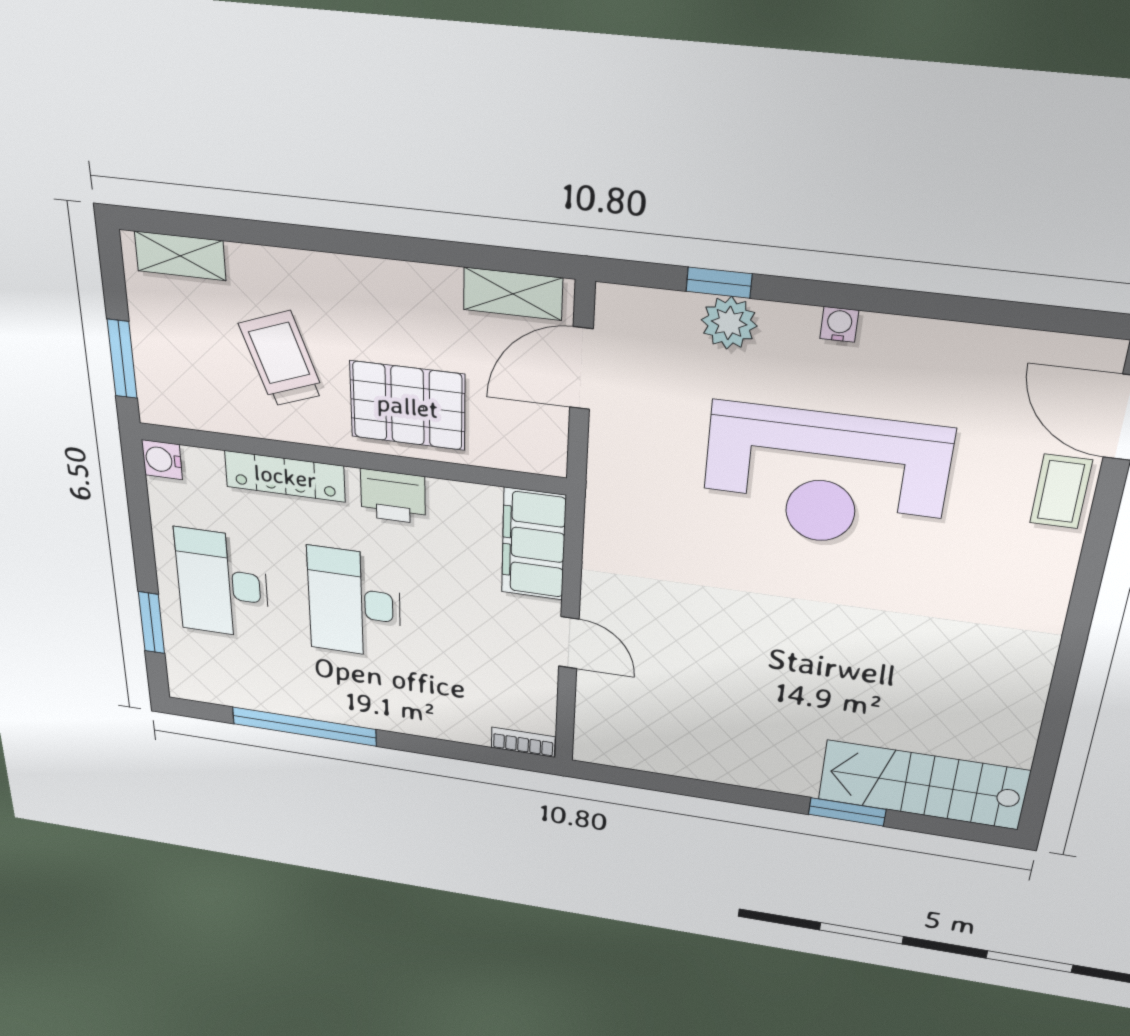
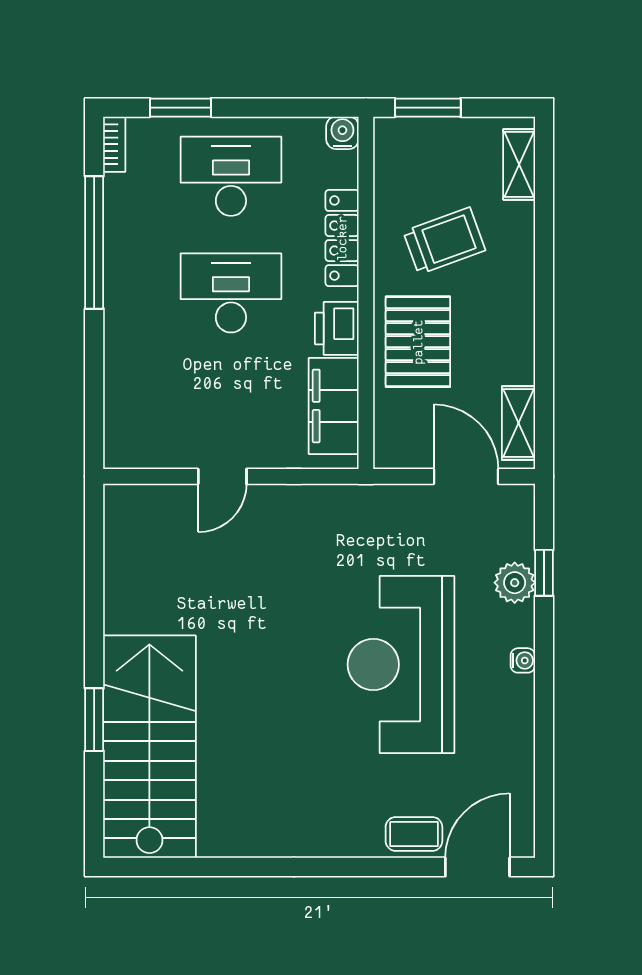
filing cabinet: (534, 544) -> (334, 406), moved, turned -90
bookcase: (523, 742) -> (114, 144), moved
stairs: (923, 785) -> (149, 747), width x1.36, depth x1.51

